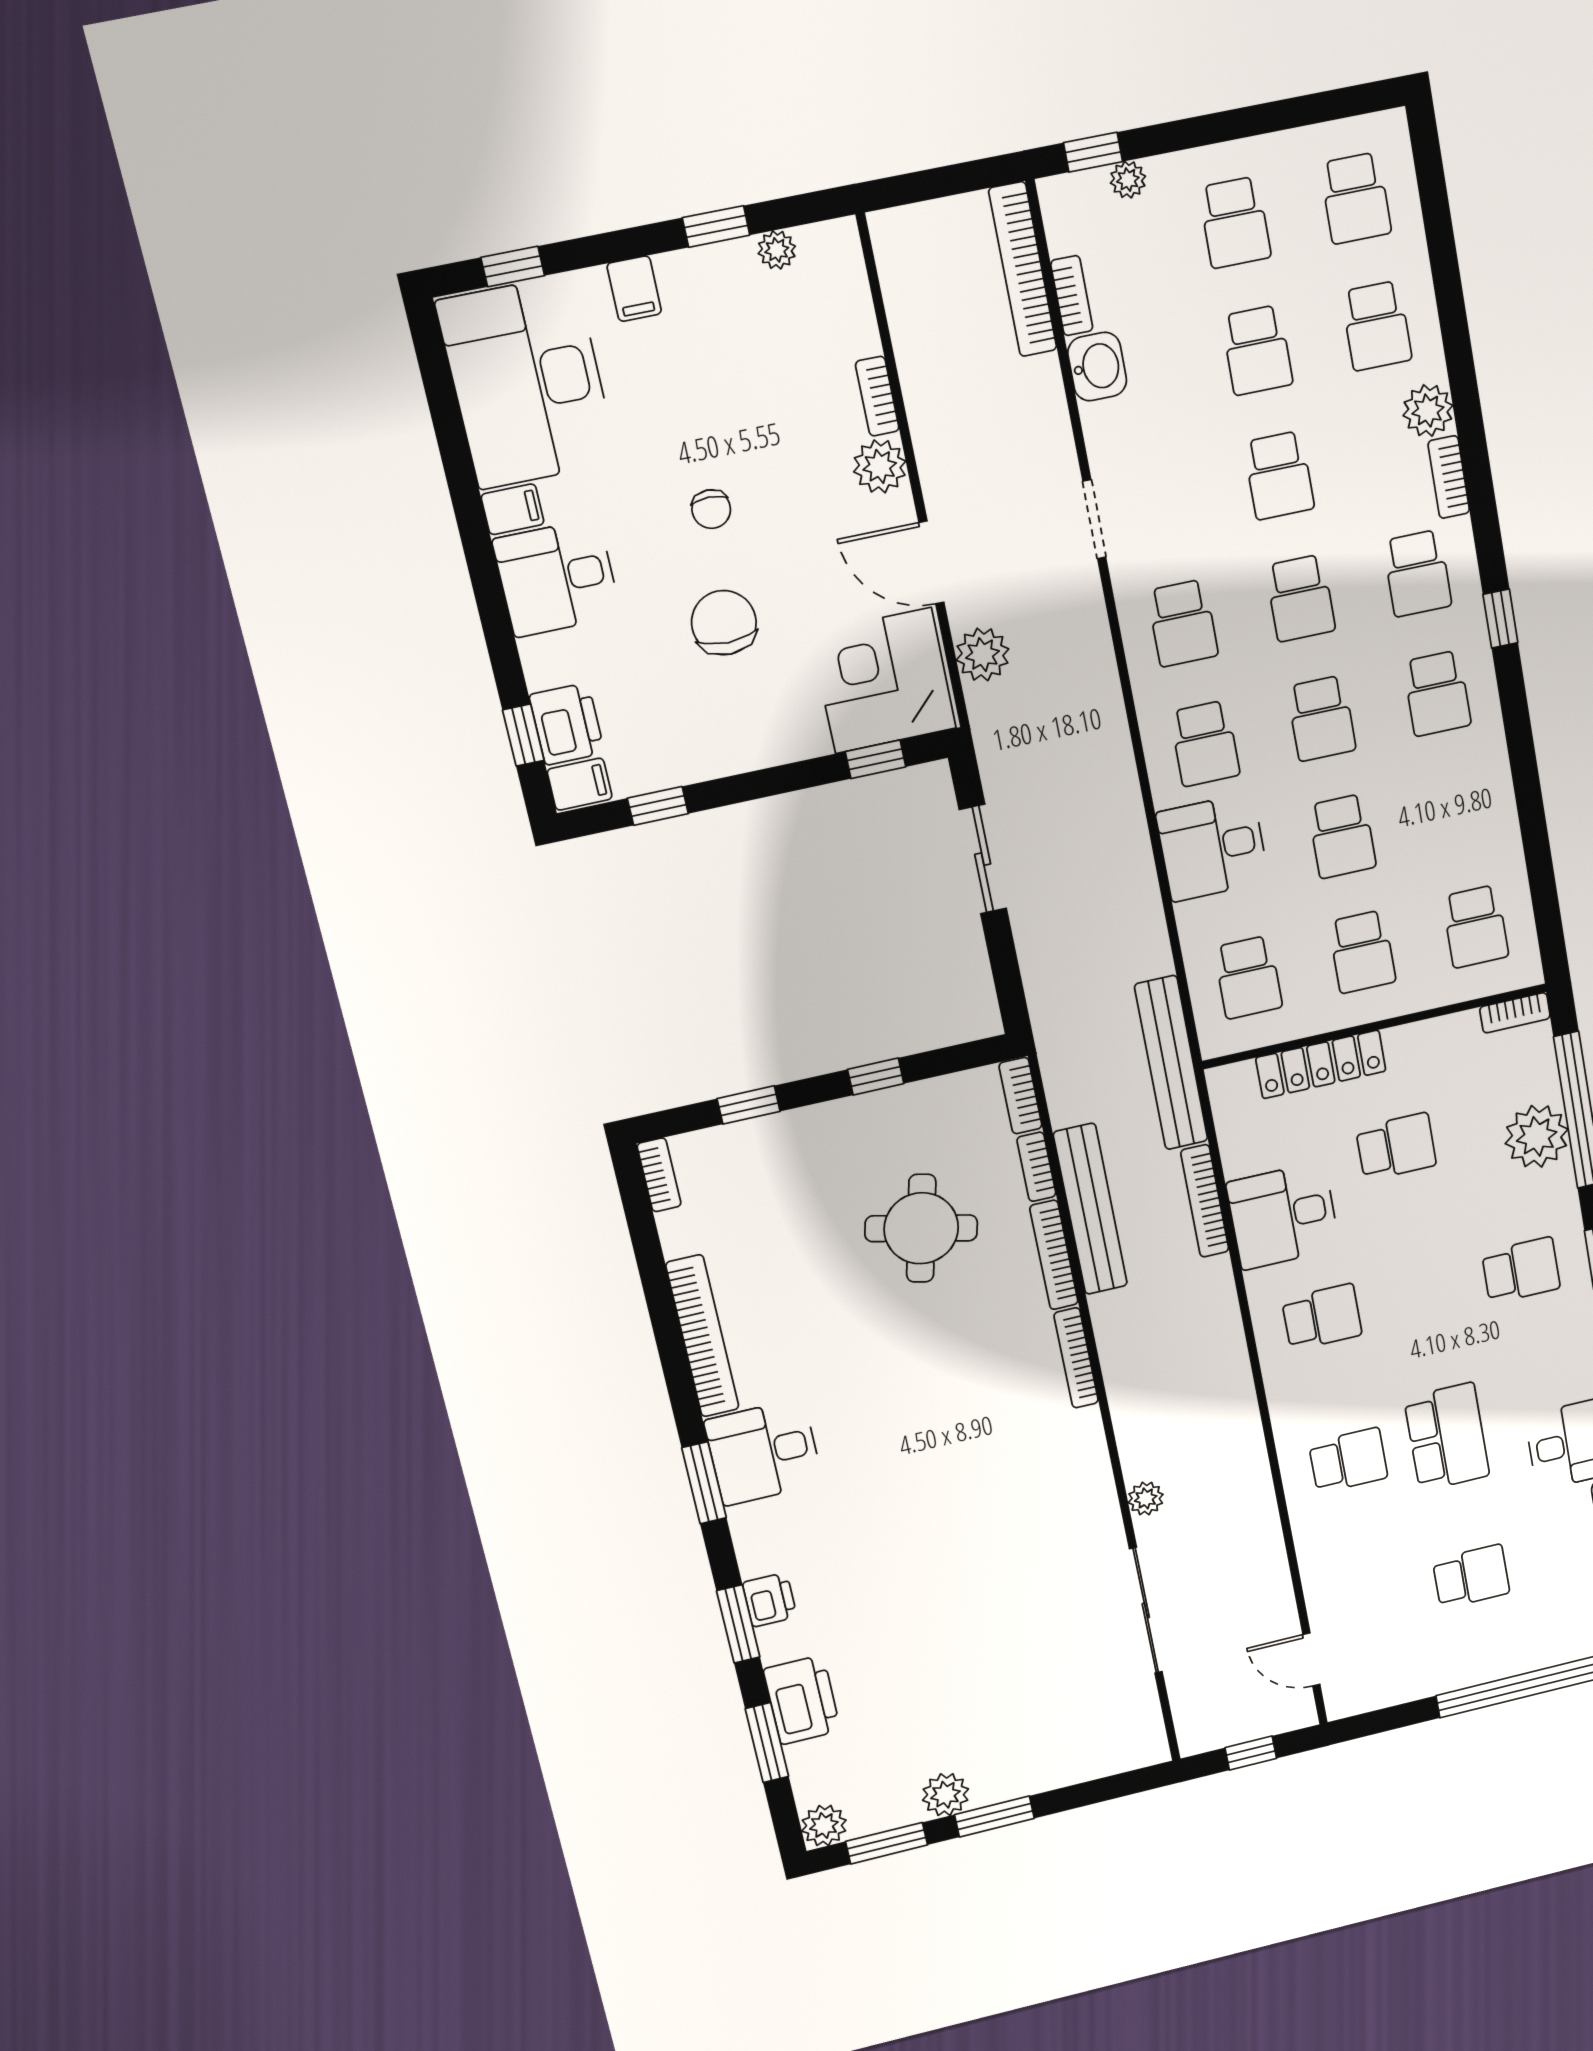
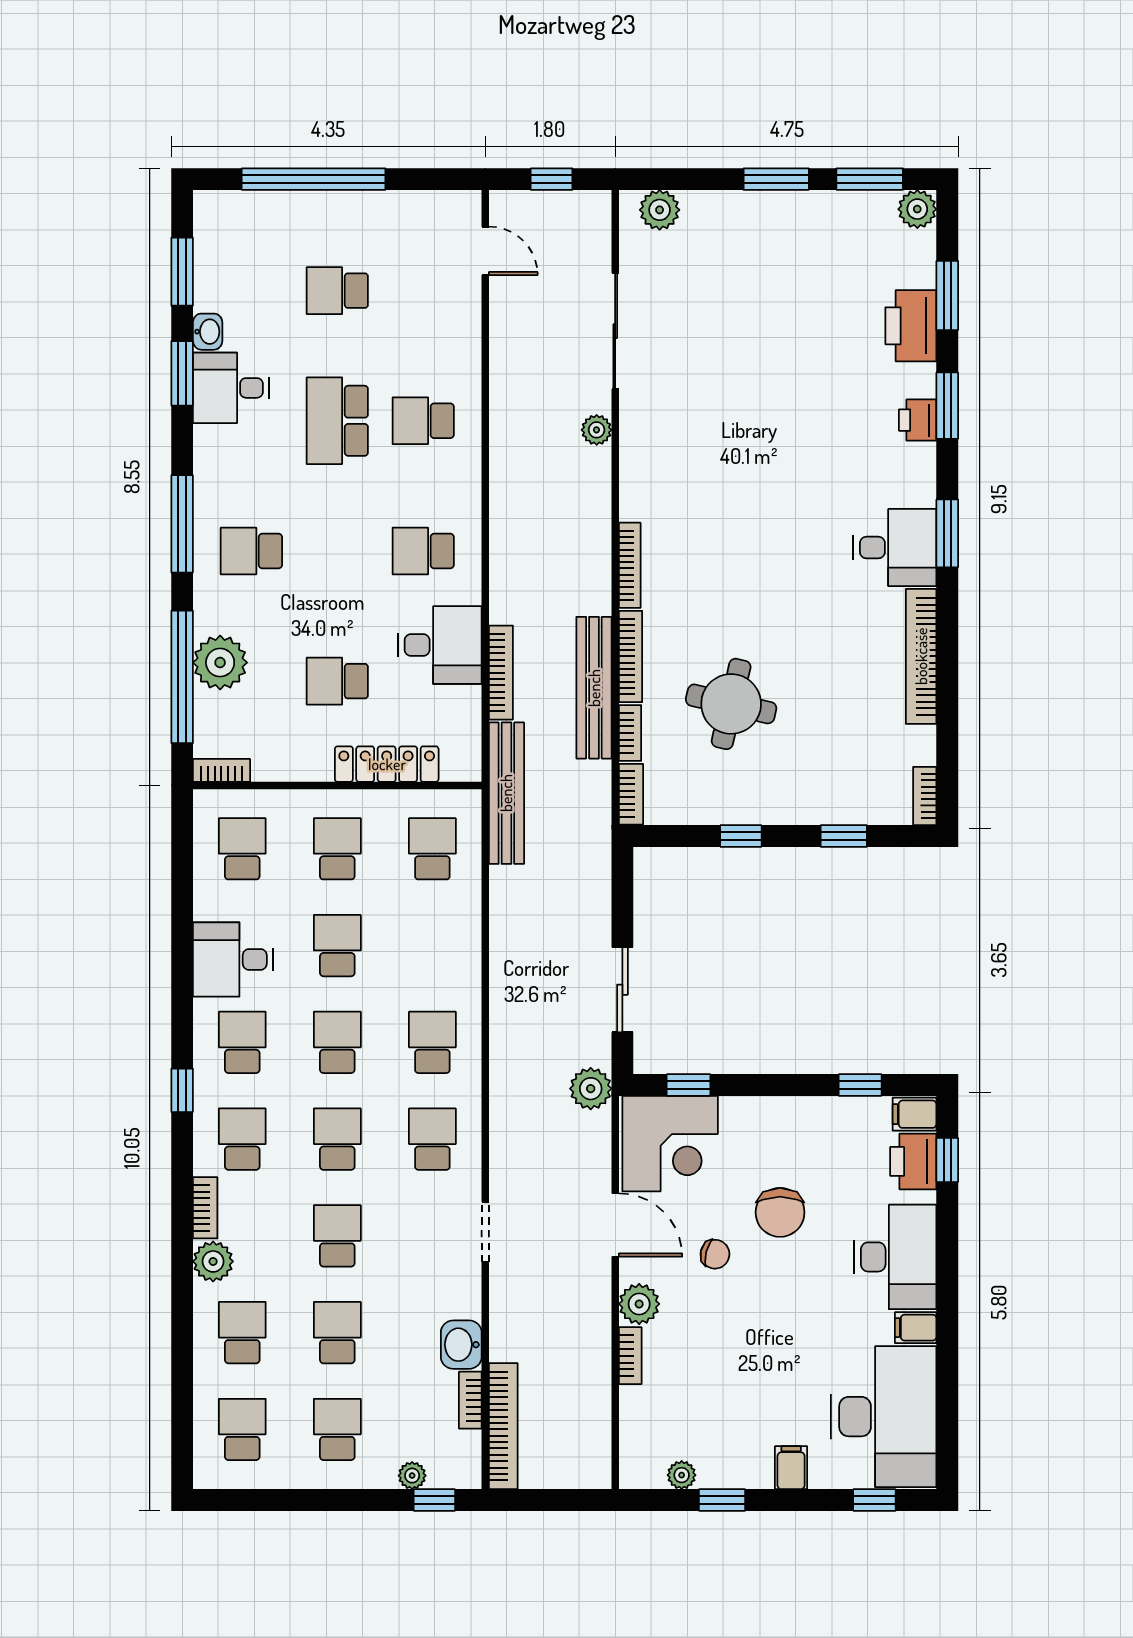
chair: (711, 509) -> (715, 1254), moved, turned 104
desk: (557, 578) -> (895, 1257), width x1.37
plant: (983, 655) -> (591, 1089), moved
desk: (1212, 847) -> (233, 959), moved, turned 180
plant: (945, 1795) -> (660, 210), moved

